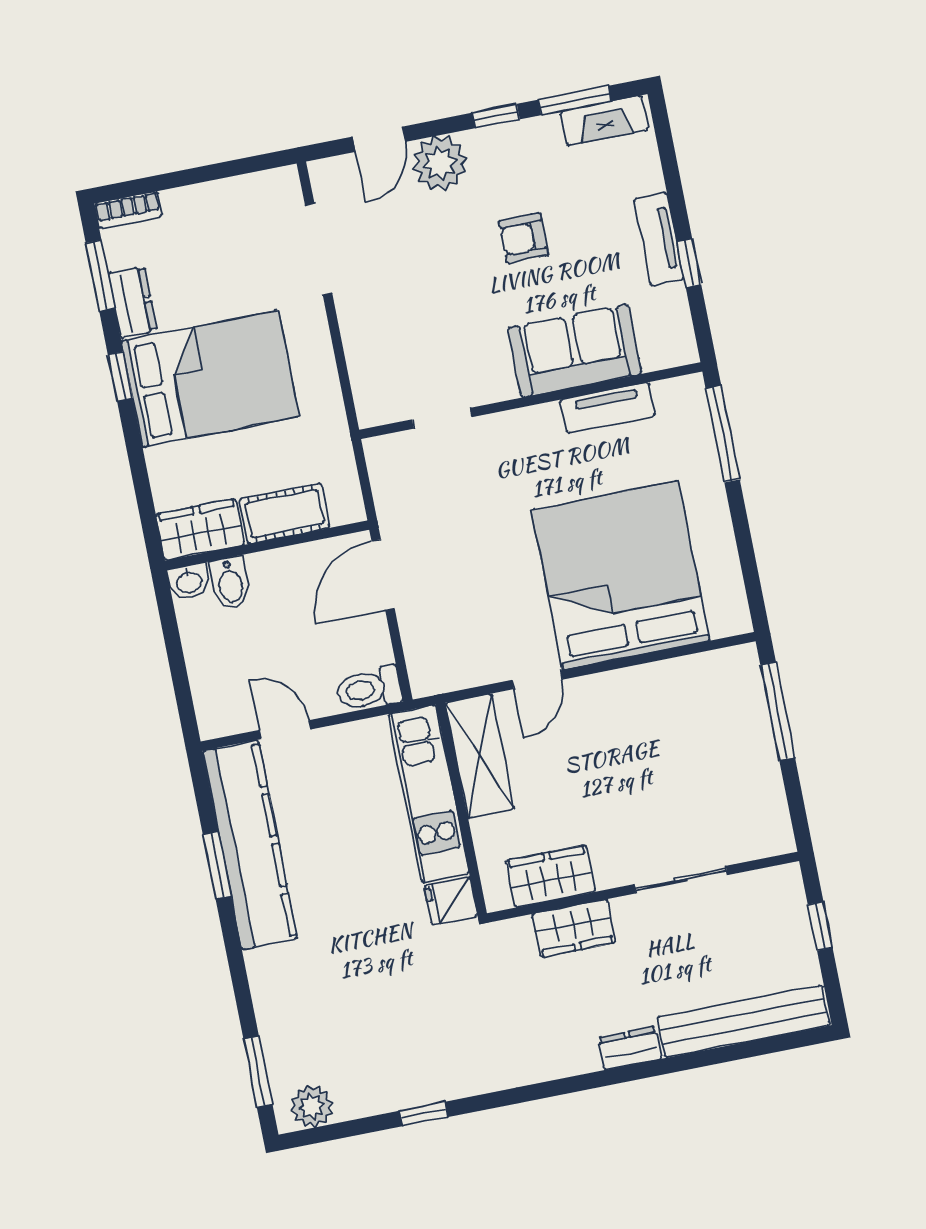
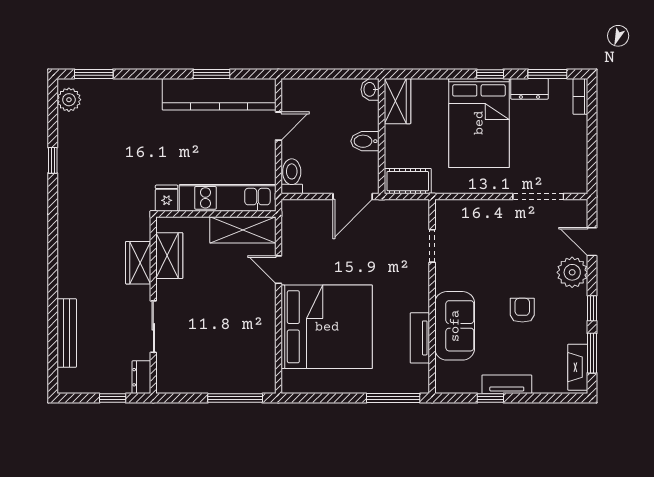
cot: (284, 514) -> (408, 181), moved, turned 90
door: (383, 575) -> (353, 197), swing flipped
bidet: (230, 583) -> (365, 141), moved
bench: (743, 1021) -> (67, 333), width x0.73, depth x0.82
dresser: (630, 1048) -> (141, 377), moved, turned 180

